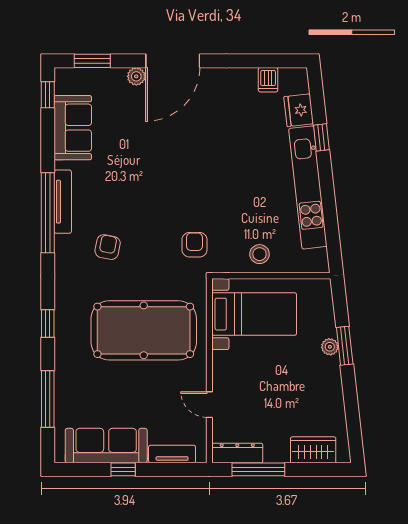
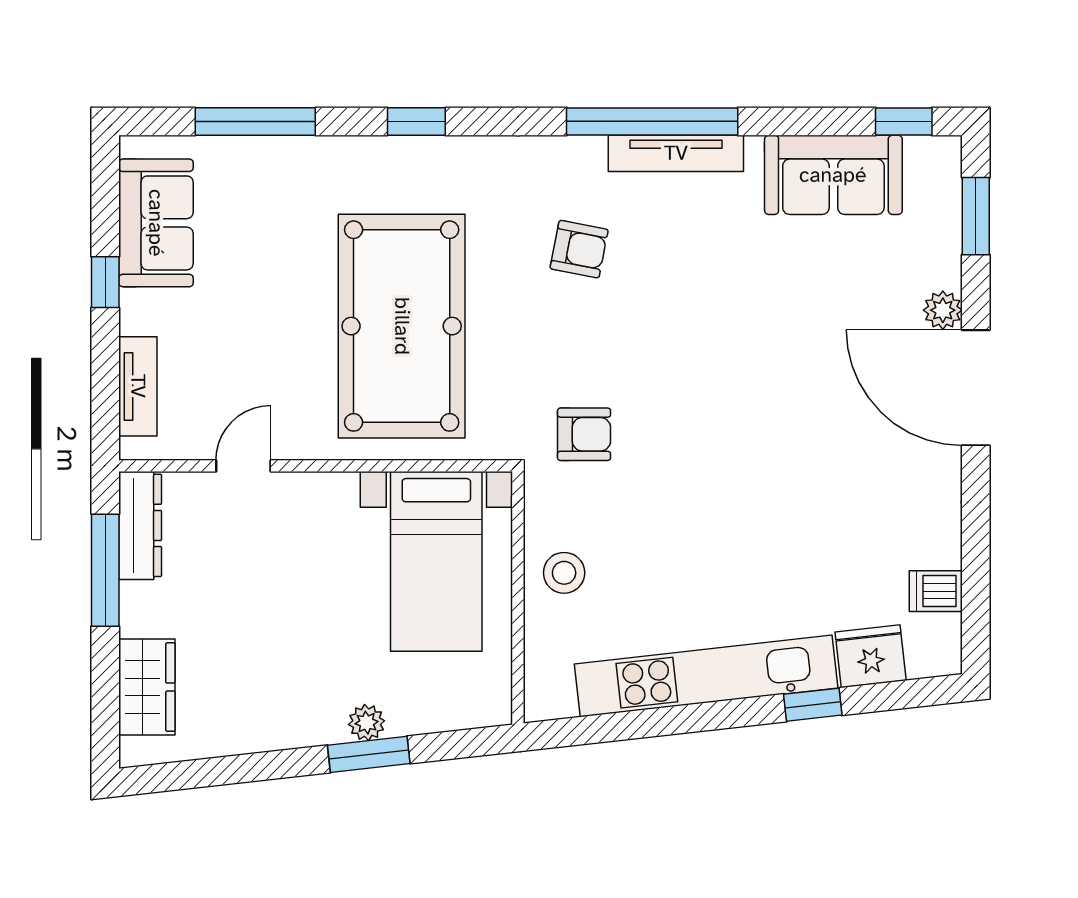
sofa: (106, 446) -> (156, 223), width x0.73

